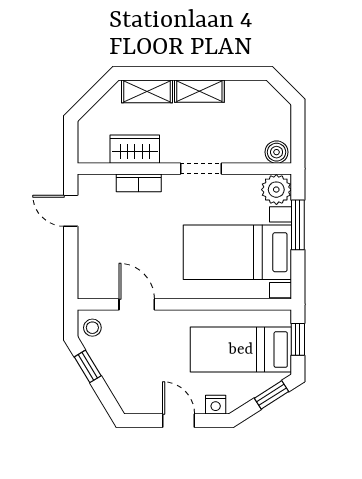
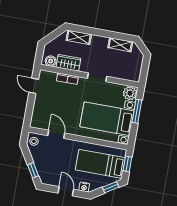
shelving: (199, 91) -> (120, 45), moved
boiler: (277, 152) -> (51, 61), moved
window: (88, 366) -> (33, 170), moved

